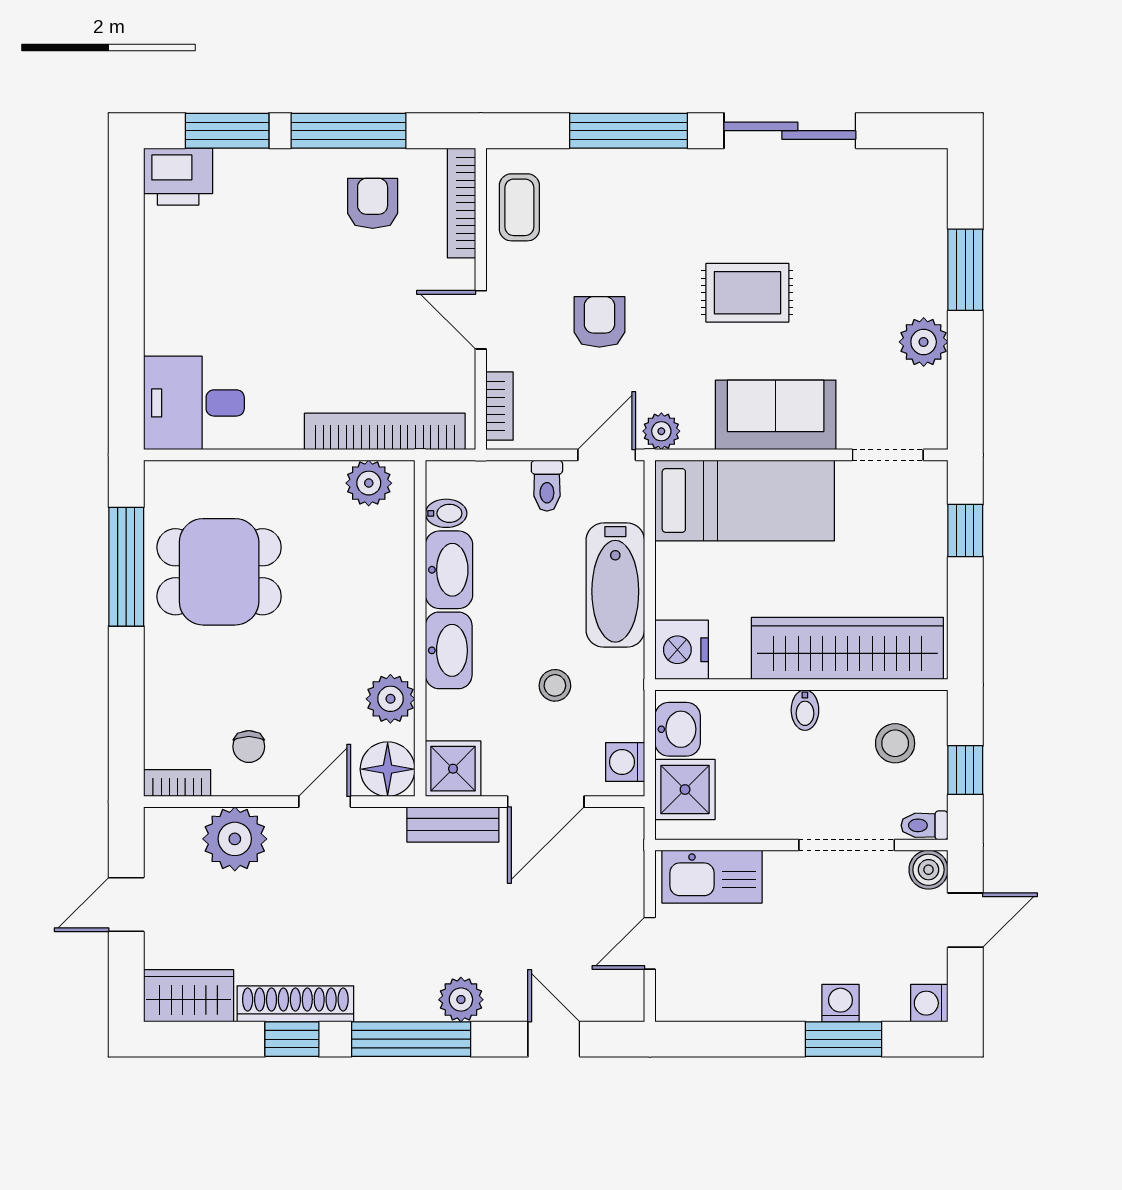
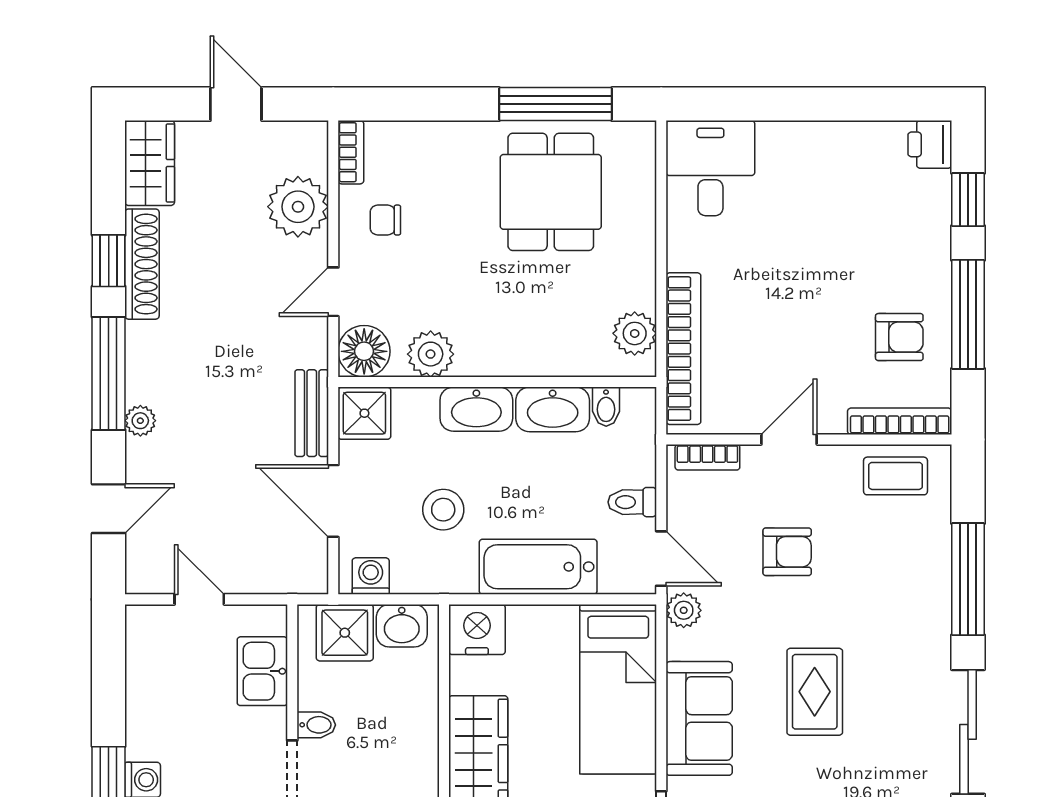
window: (227, 131) -> (968, 200), width x0.67
printer: (178, 177) -> (930, 144), width x0.73, depth x0.81
stool: (555, 685) -> (443, 510), width x1.37, depth x1.37
bidet: (805, 710) -> (316, 725), moved, turned 180
door: (325, 802) -> (333, 292), swing flipped
kitchen sink: (712, 877) -> (262, 671), width x0.73
plant: (461, 1000) -> (140, 421), width x0.73, depth x0.73

